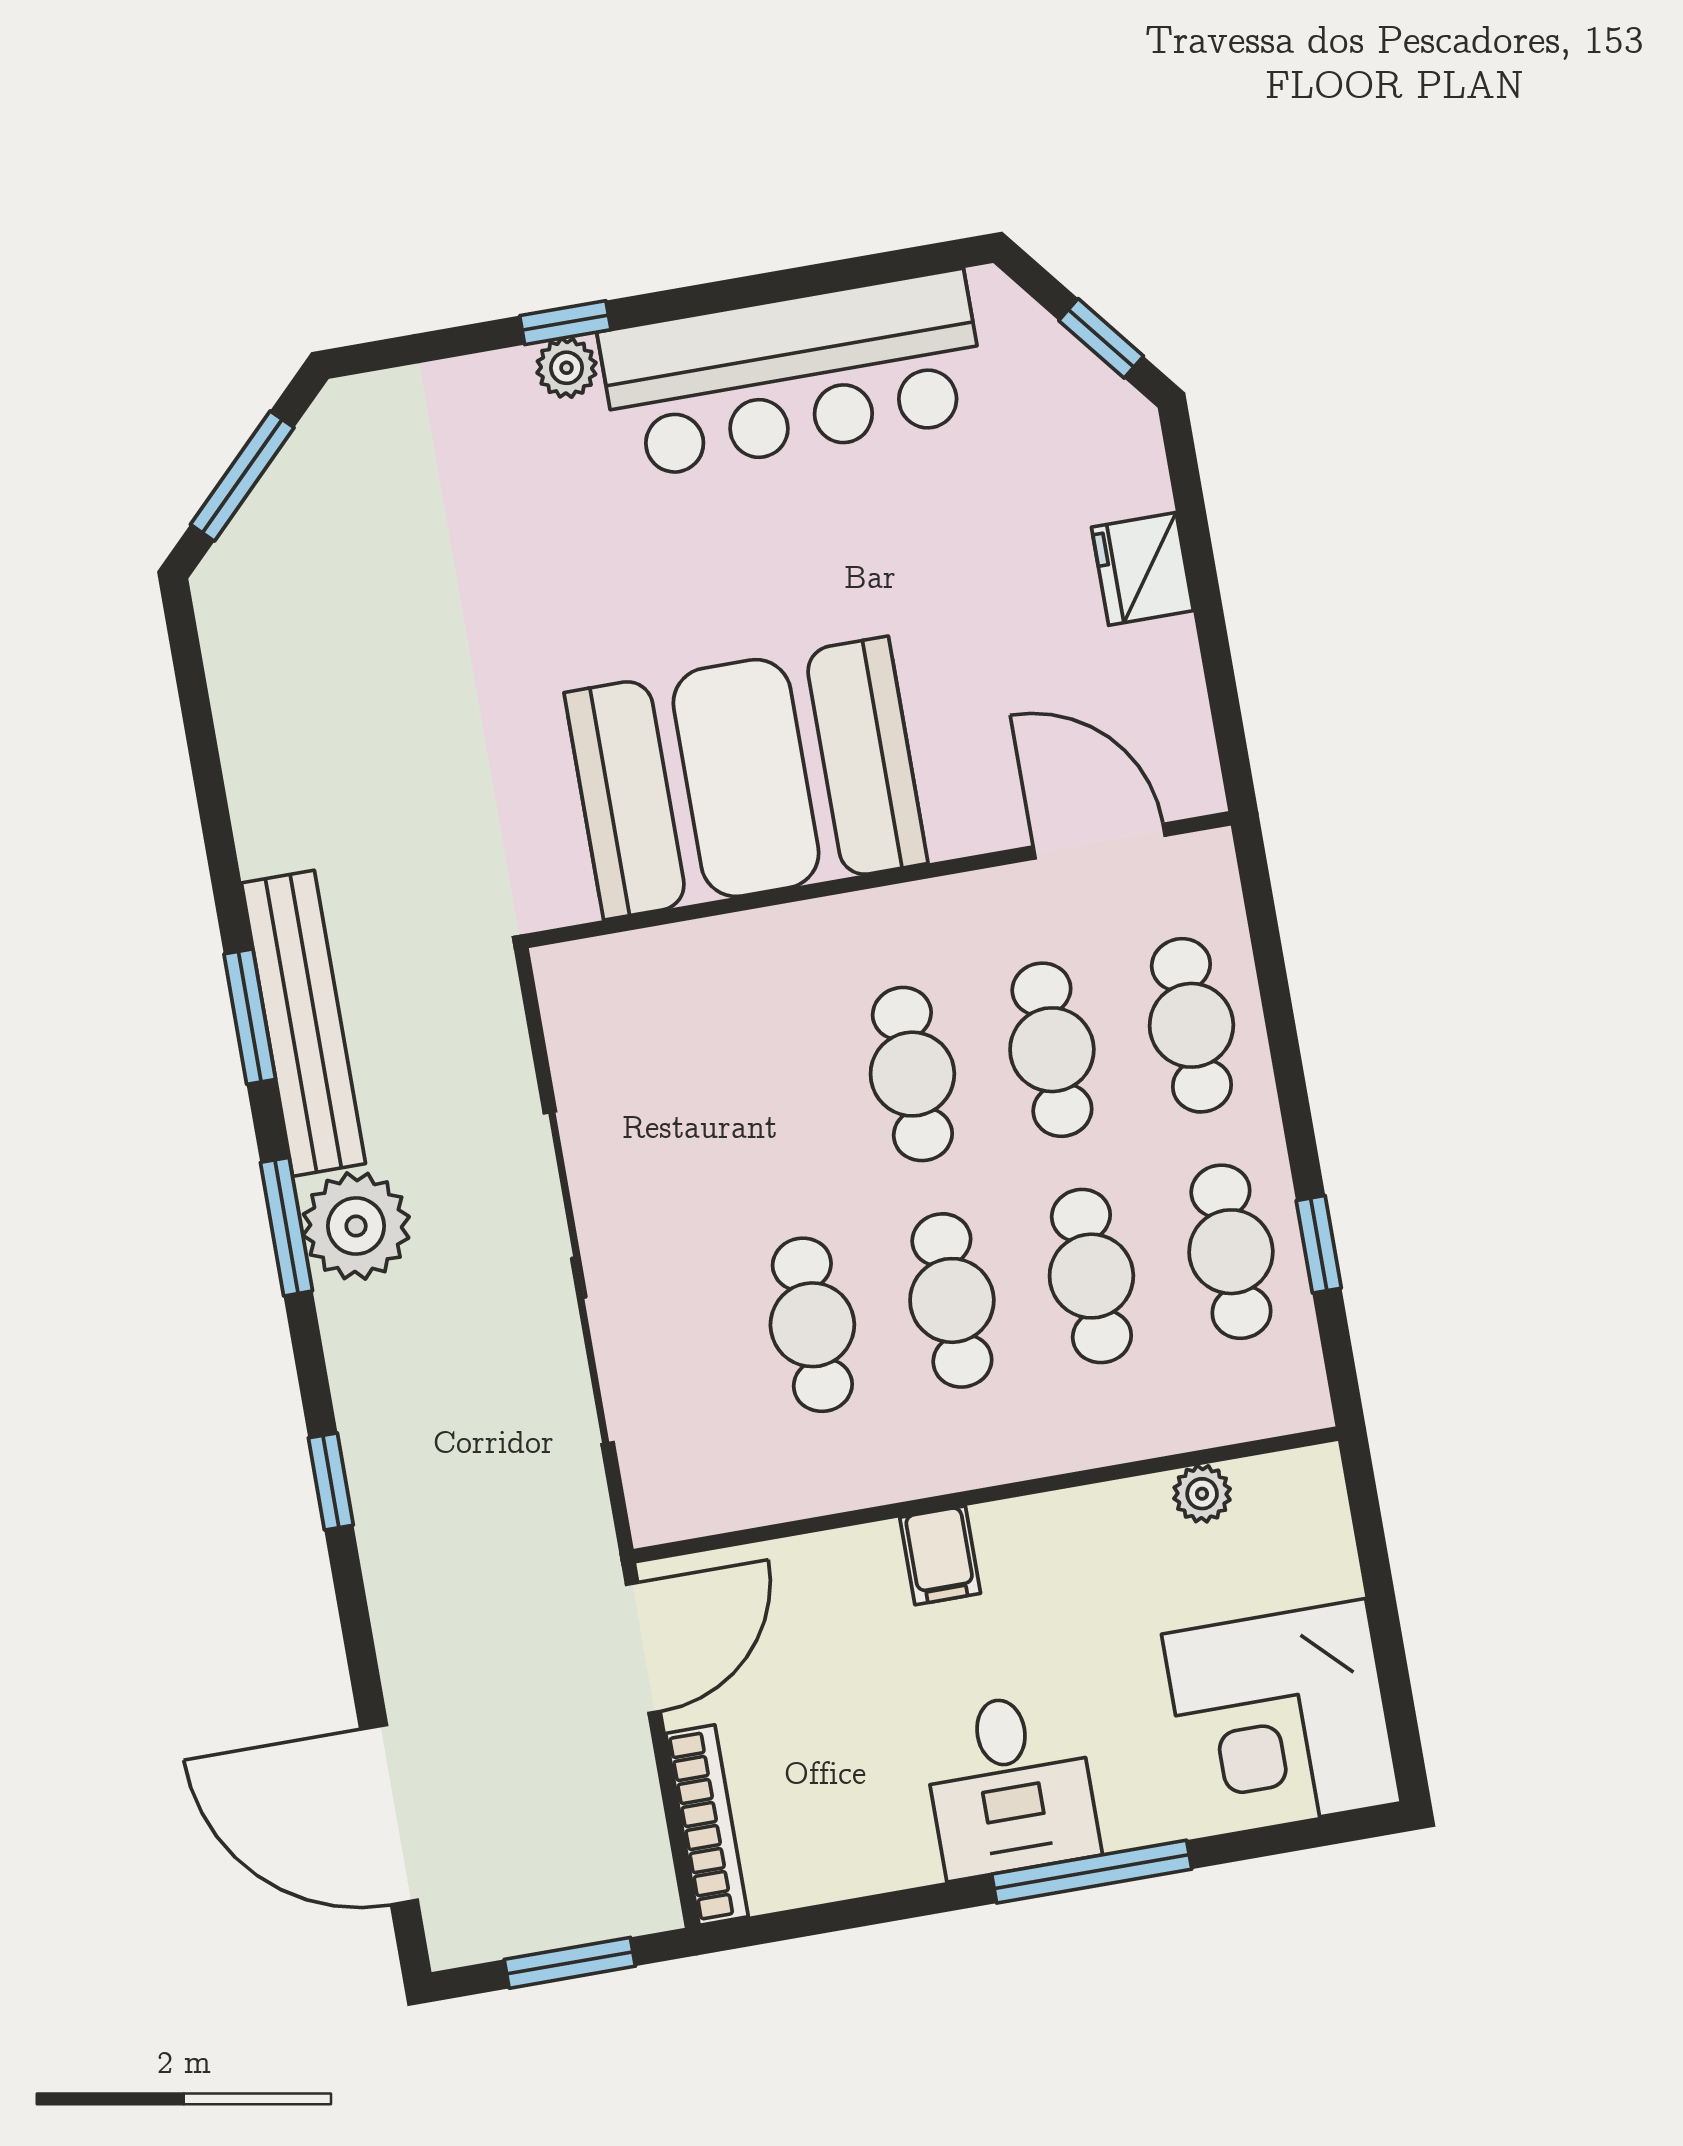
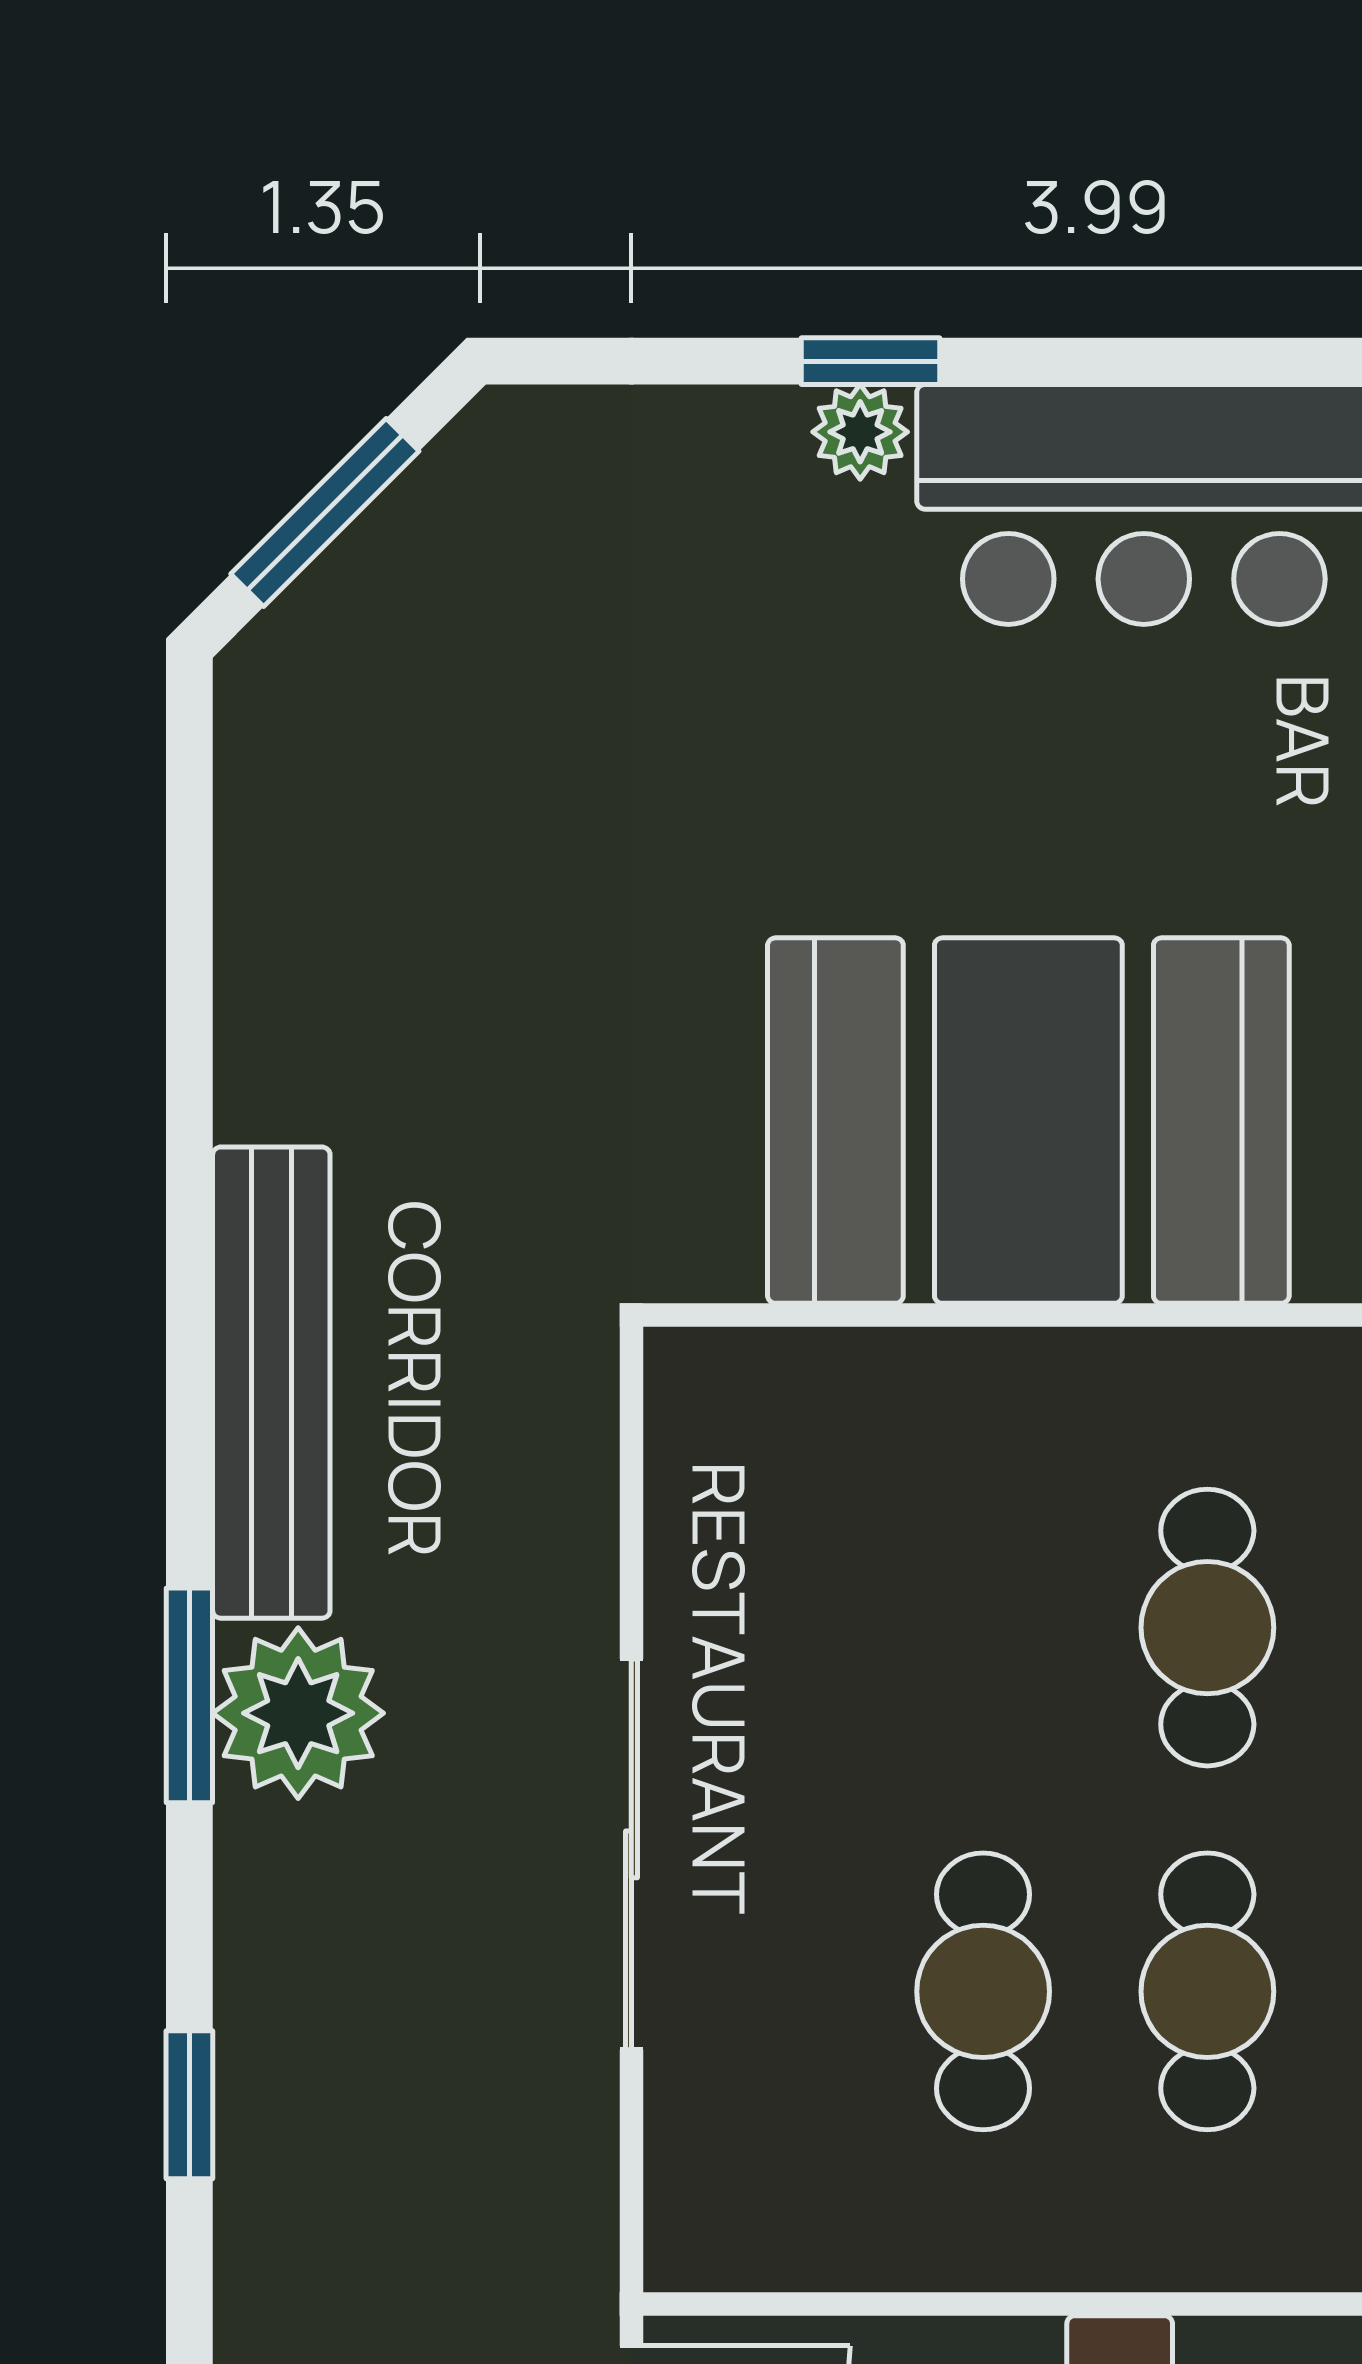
window: (250, 1017) -> (189, 1358), removed
sliding door: (579, 1278) -> (631, 1854), width x0.73

